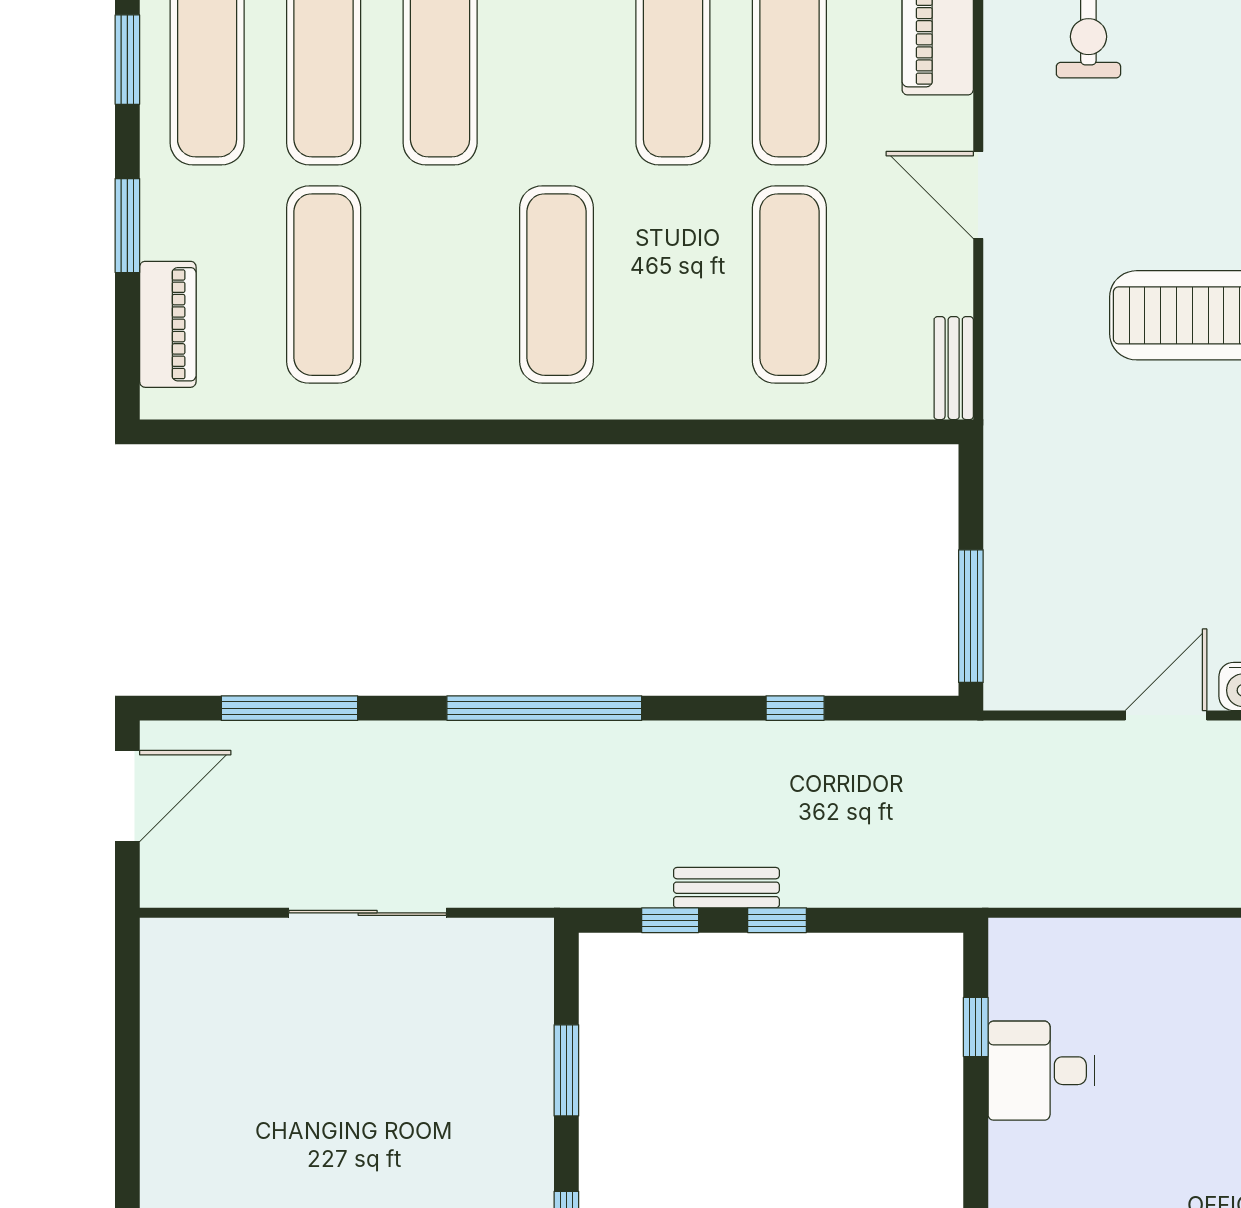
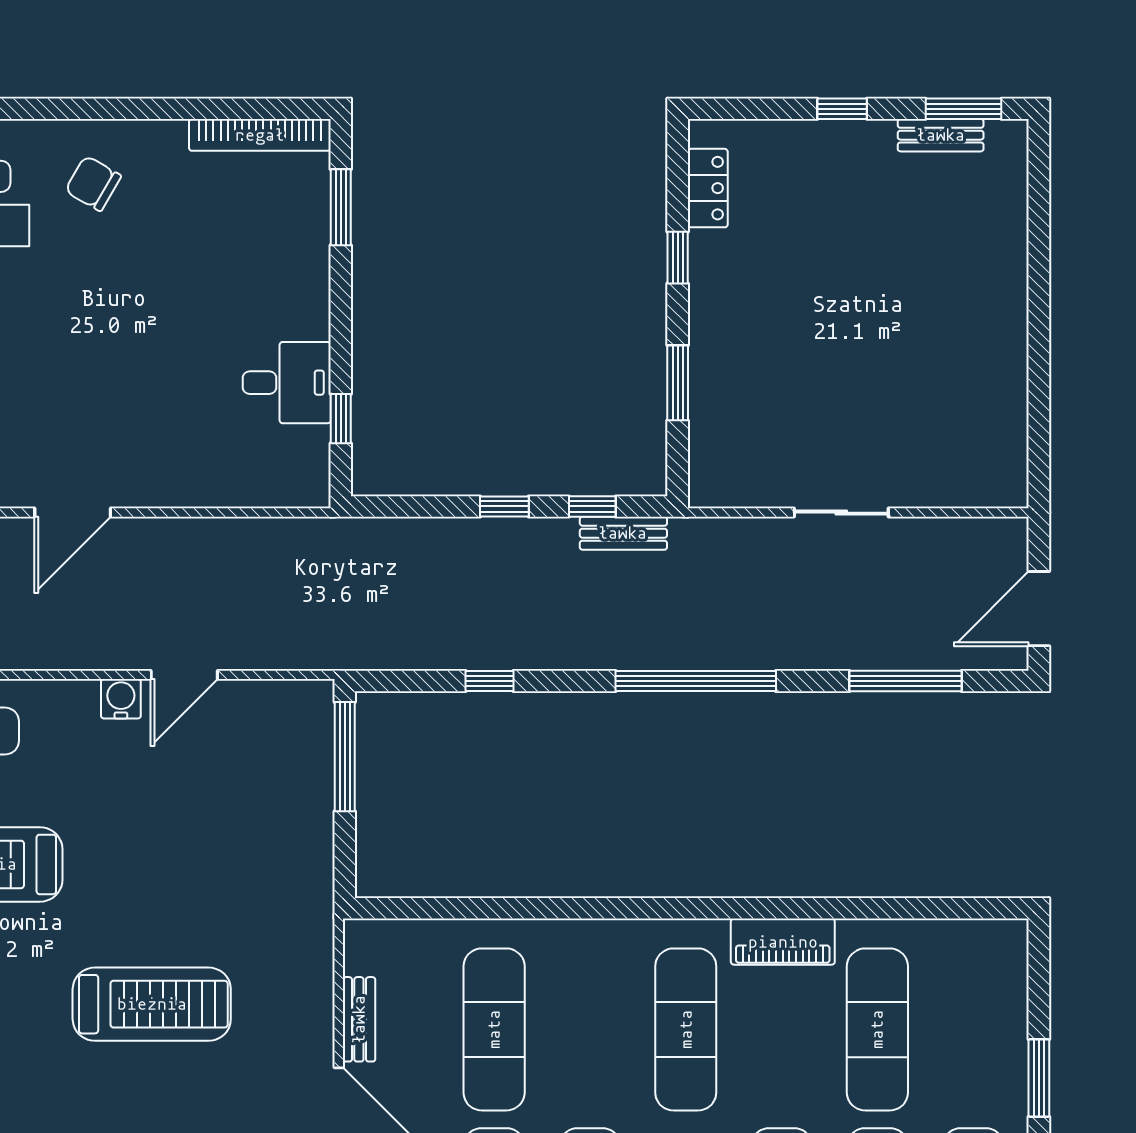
piano: (168, 324) -> (783, 942), moved, turned -90
bench: (954, 368) -> (359, 1019), moved
bench: (726, 888) -> (623, 533), moved
sliding door: (368, 913) -> (841, 513), width x0.73

